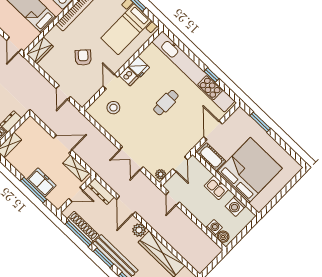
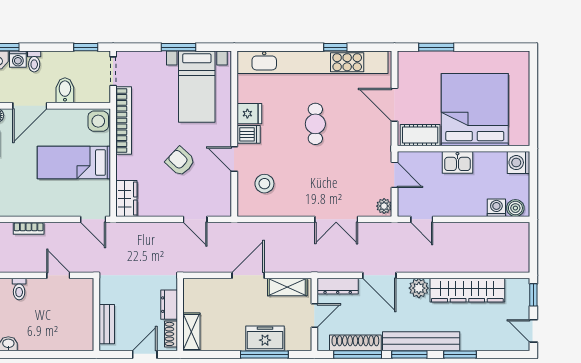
washing machine: (235, 206) -> (518, 163), moved, turned 90

